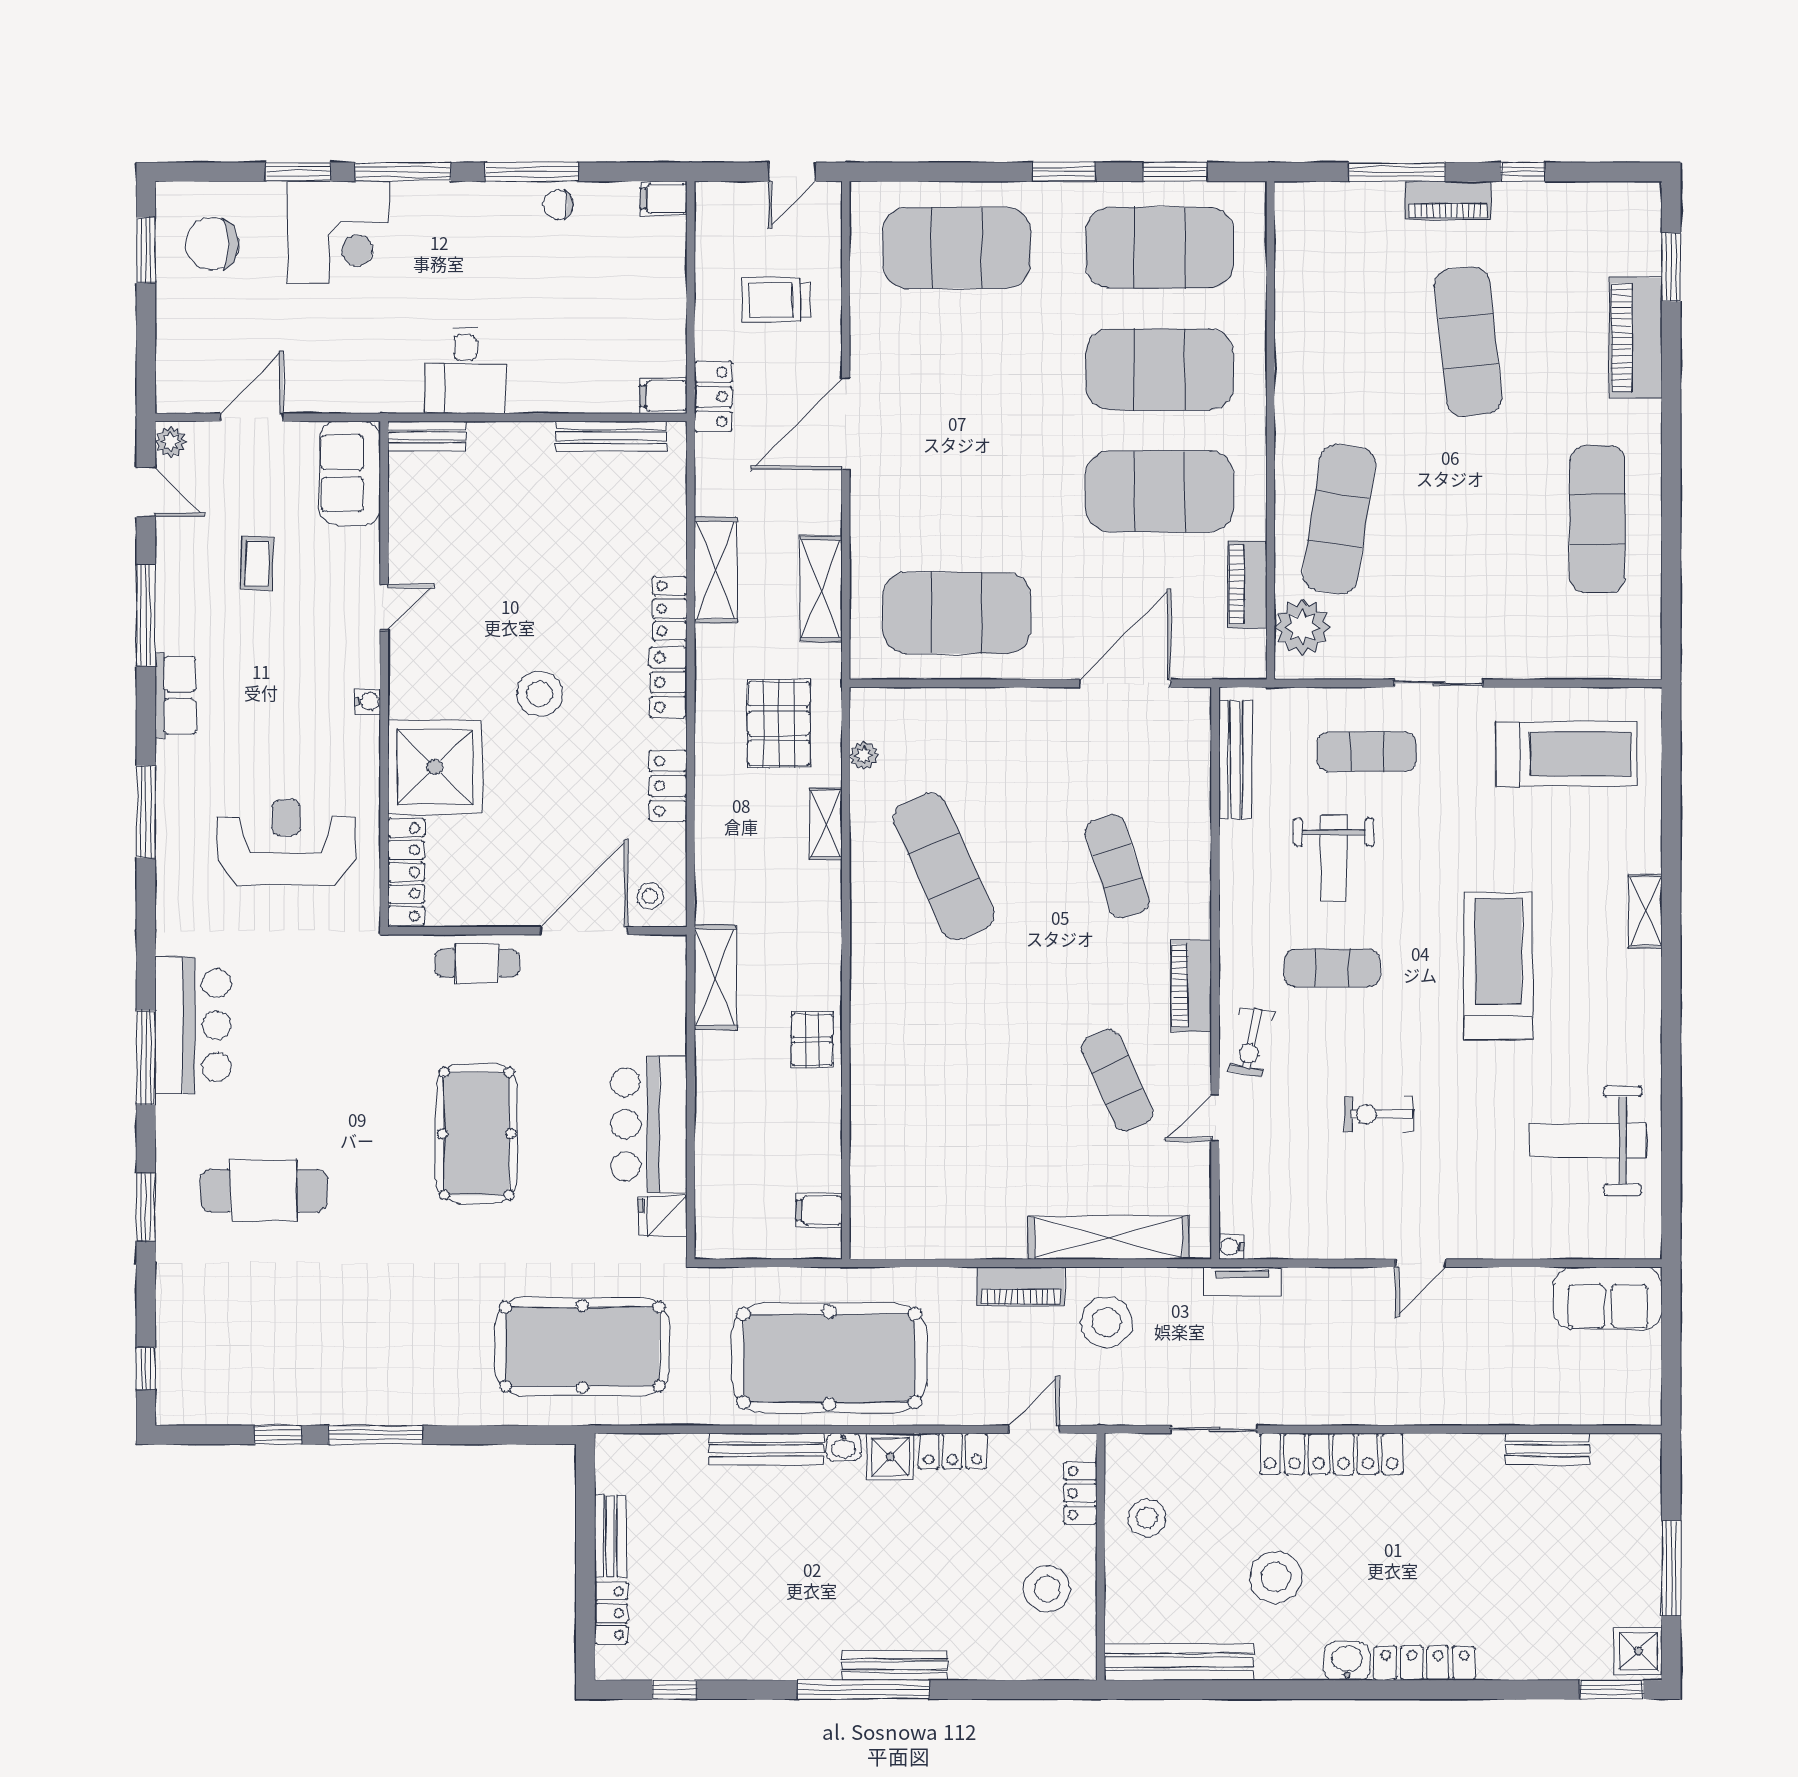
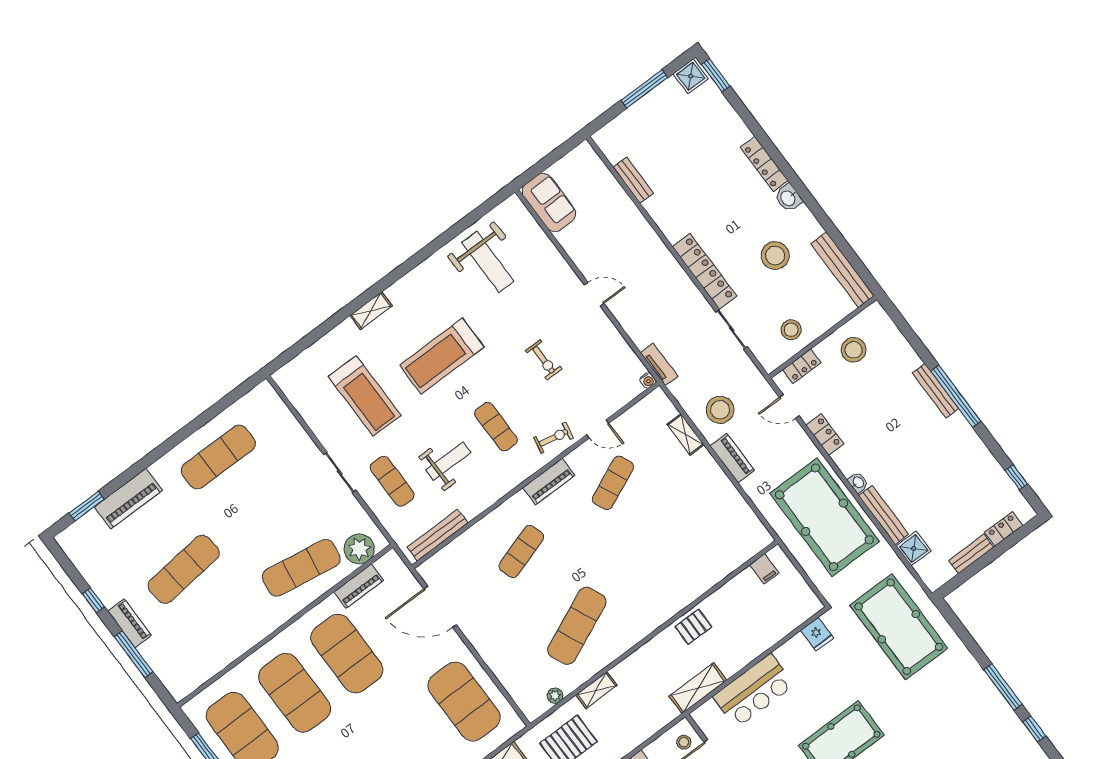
treadmill: (1566, 754) -> (365, 396), moved, turned 180
bar counter: (649, 1124) -> (754, 691), moved
shelving: (1108, 1238) -> (686, 434), width x0.45, depth x0.75
shower: (890, 1457) -> (914, 548), moved

